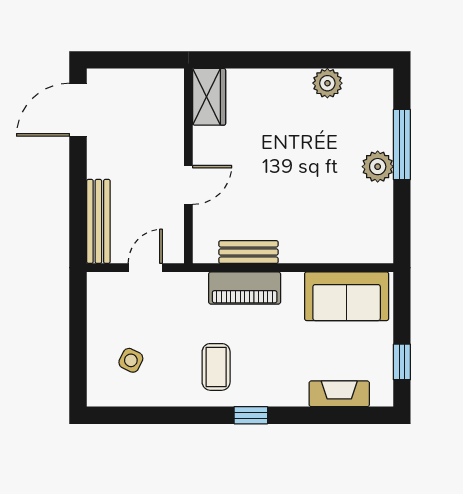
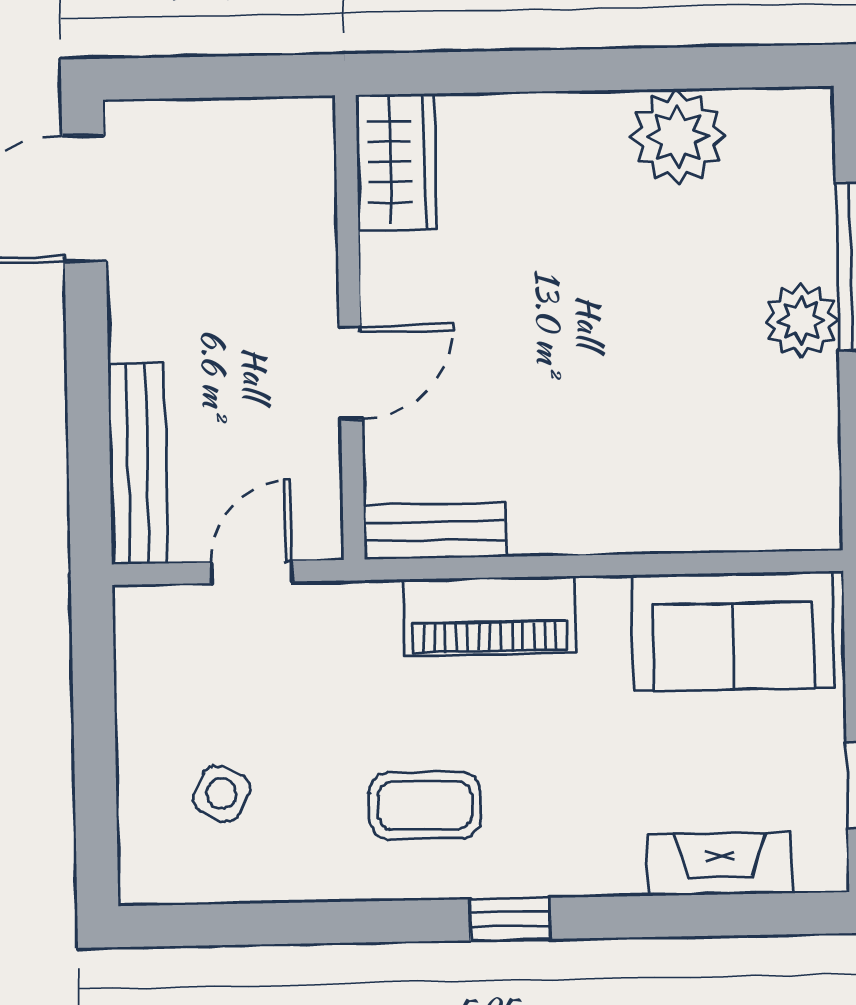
plant: (327, 83) -> (678, 137), width x1.36, depth x1.36
bench: (248, 252) -> (435, 531), moved
coffee table: (216, 367) -> (425, 806), turned 90

